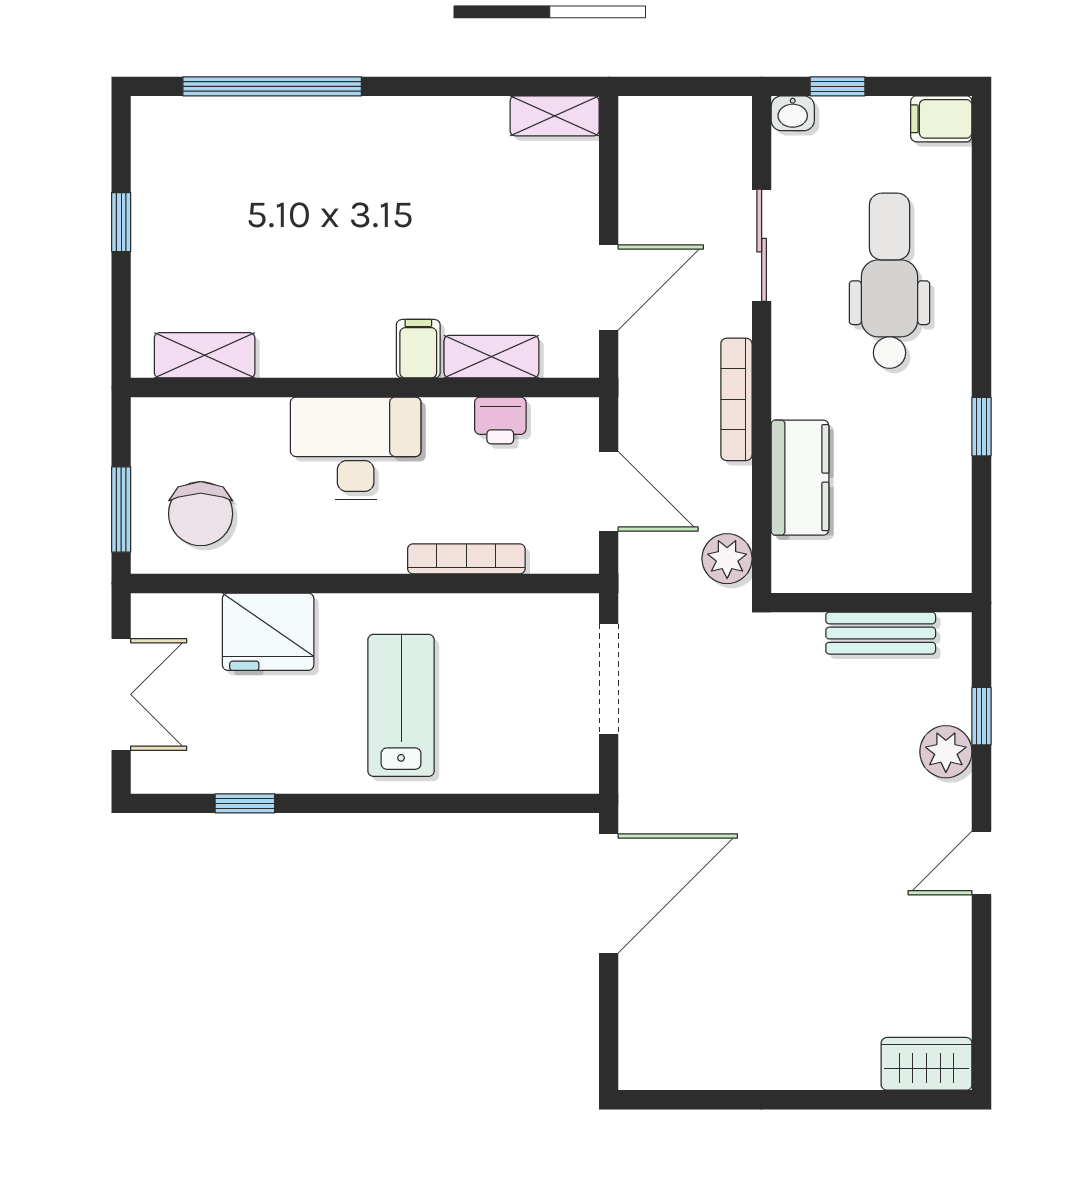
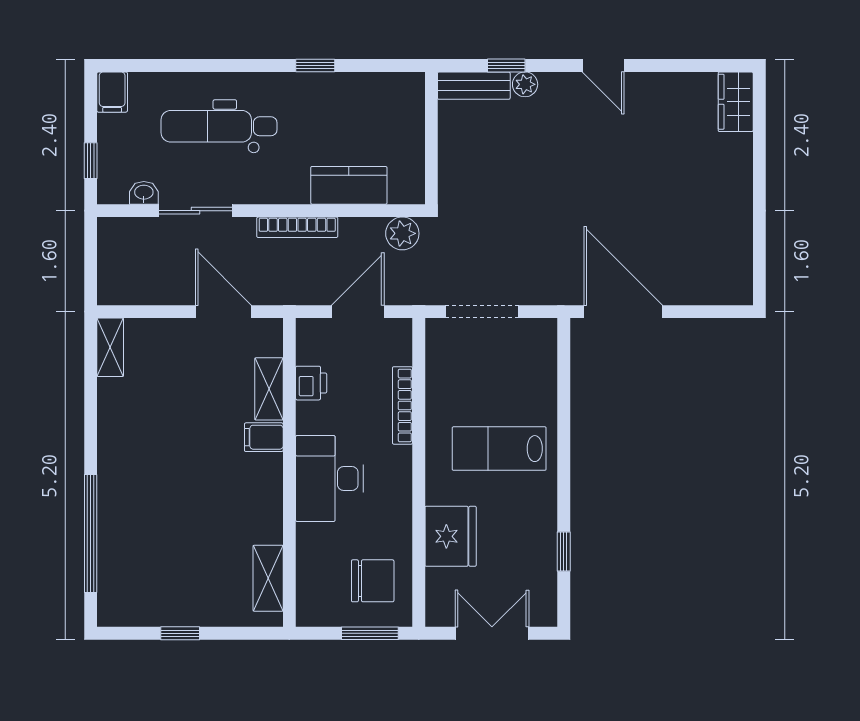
washbasin: (793, 113) -> (144, 193), moved, turned -90
bench: (881, 633) -> (474, 86), moved, turned 90
plant: (946, 752) -> (525, 84), width x0.73, depth x0.73

